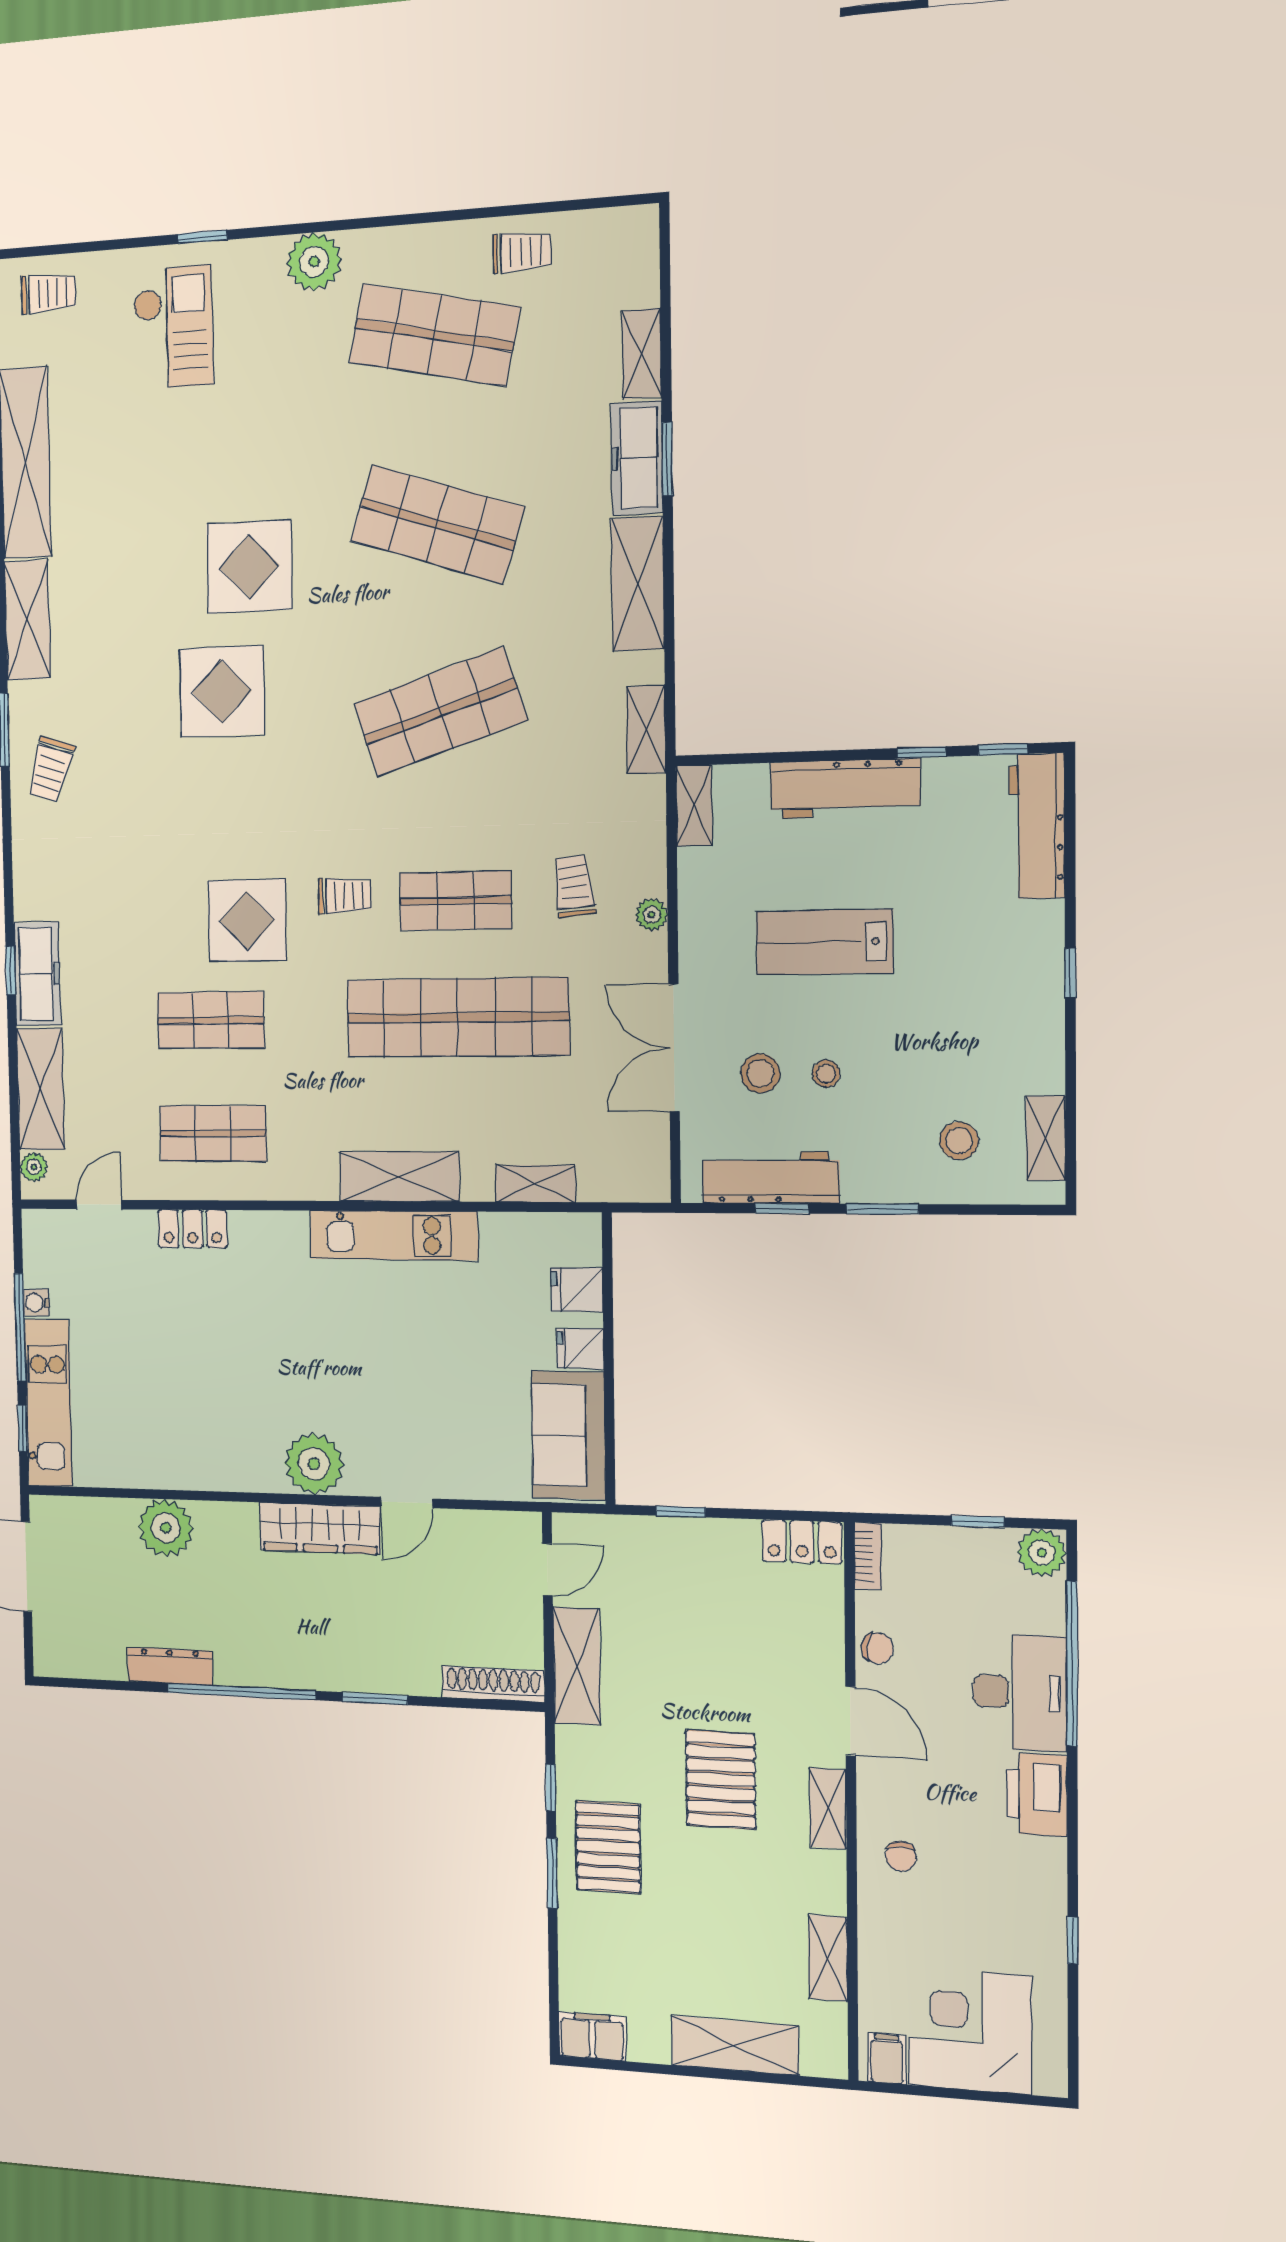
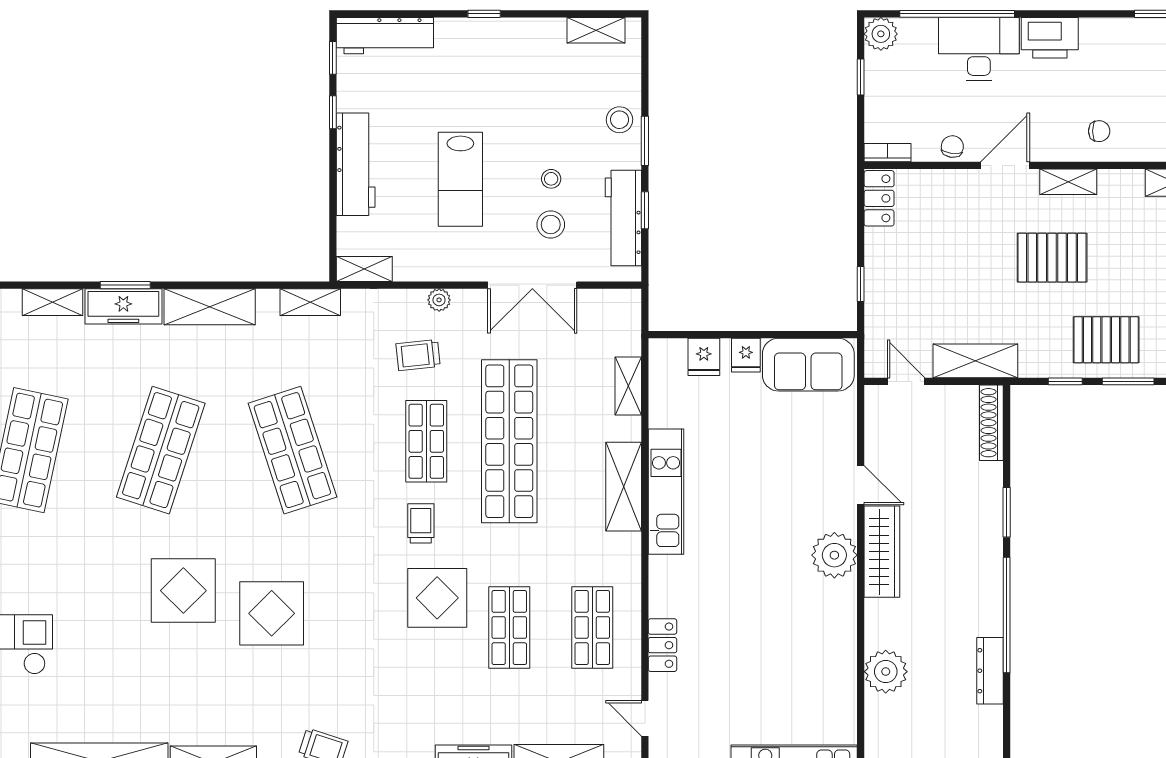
stool: (959, 1141) -> (620, 120), moved

